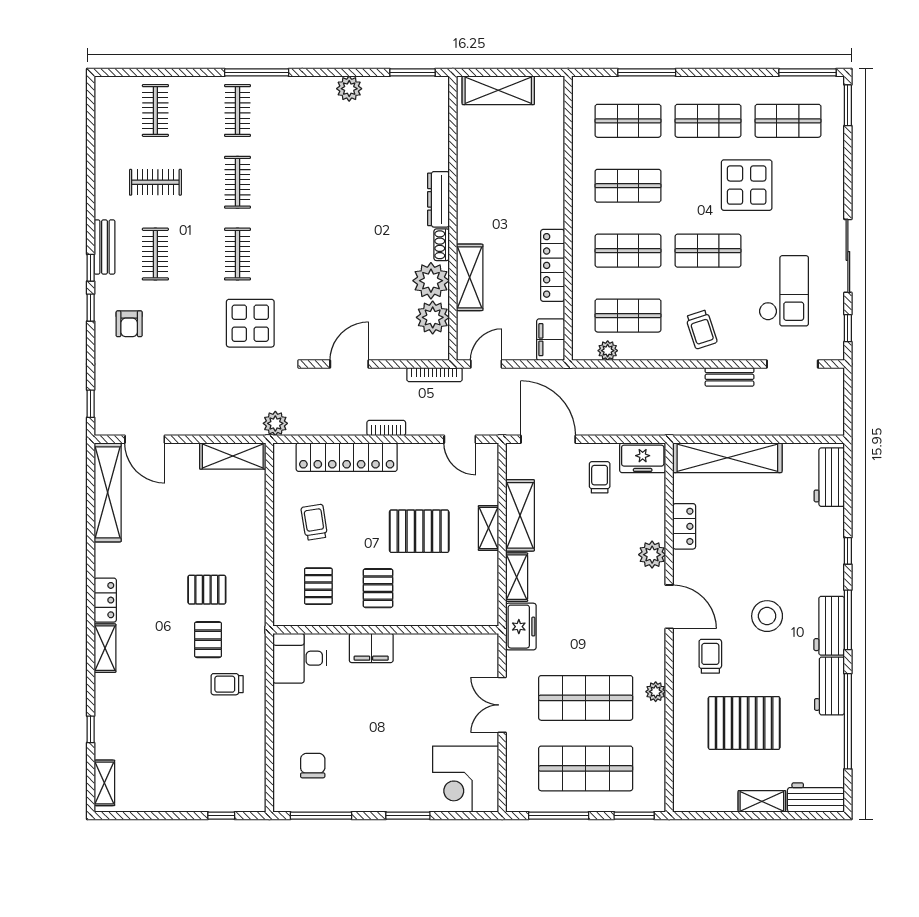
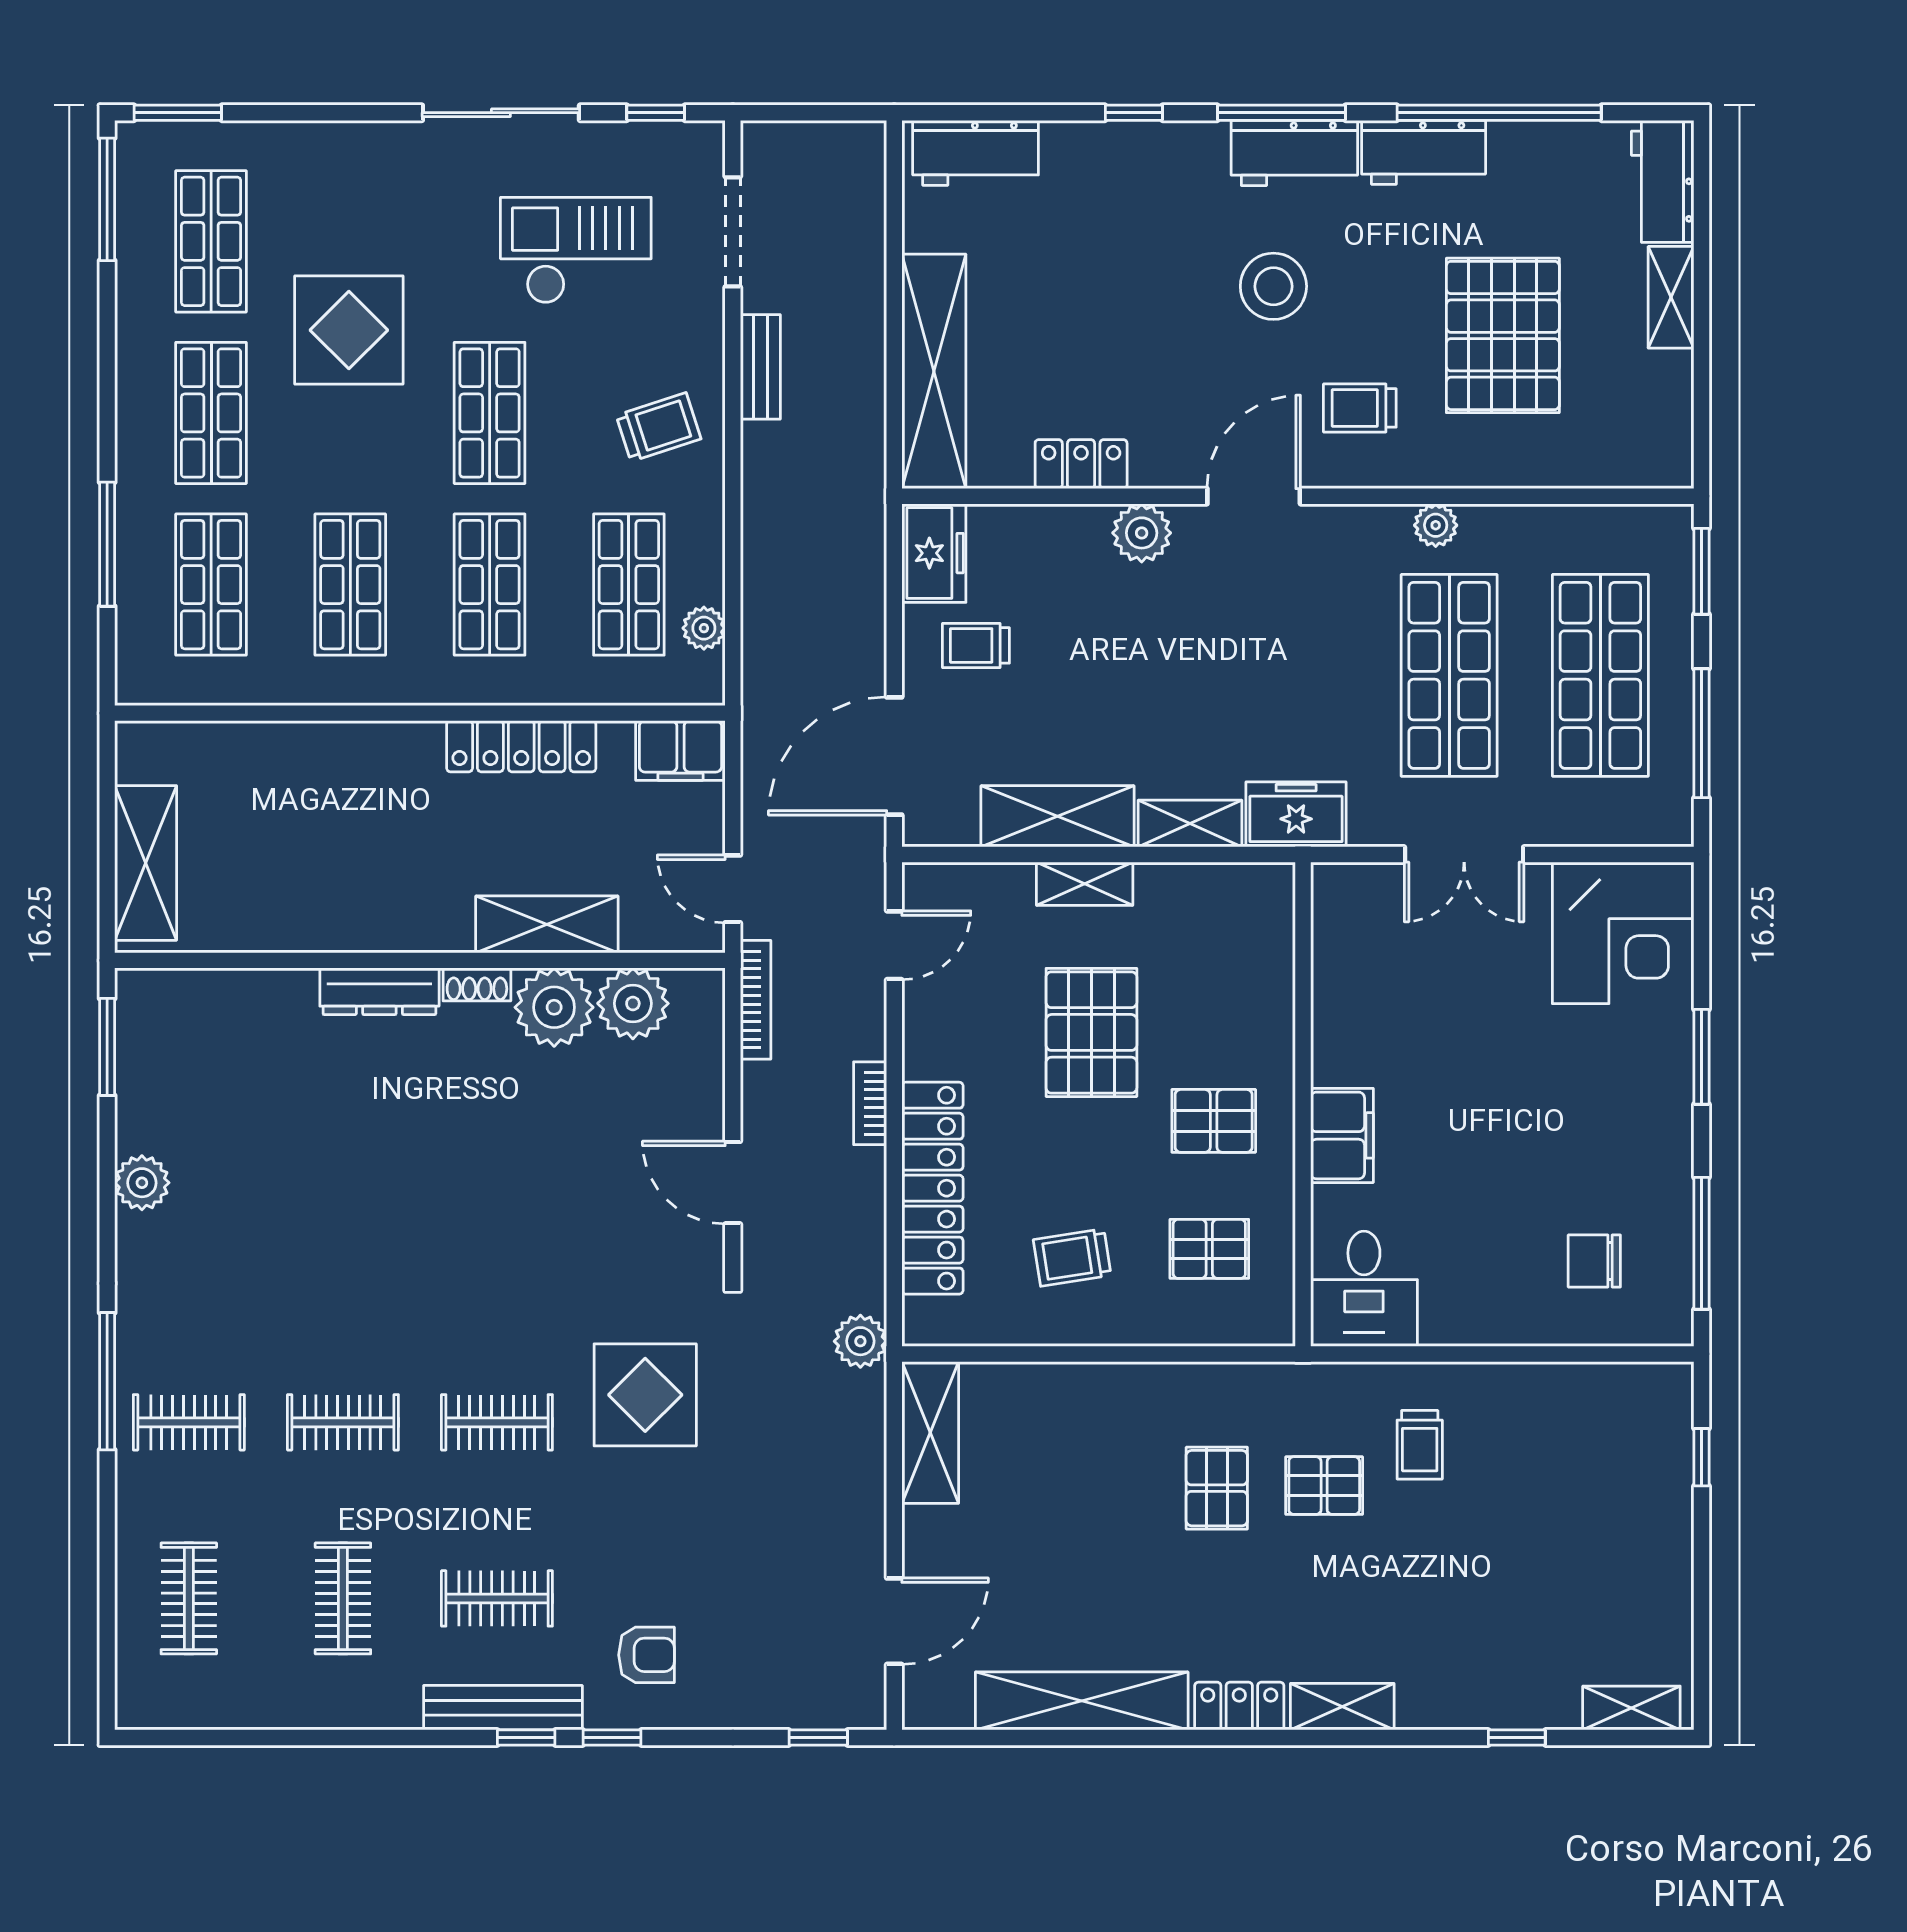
clothes rail: (155, 110) -> (189, 1598), turned 90
bench: (104, 247) -> (503, 1708), width x1.36
shelving: (108, 492) -> (1082, 1701), moved

